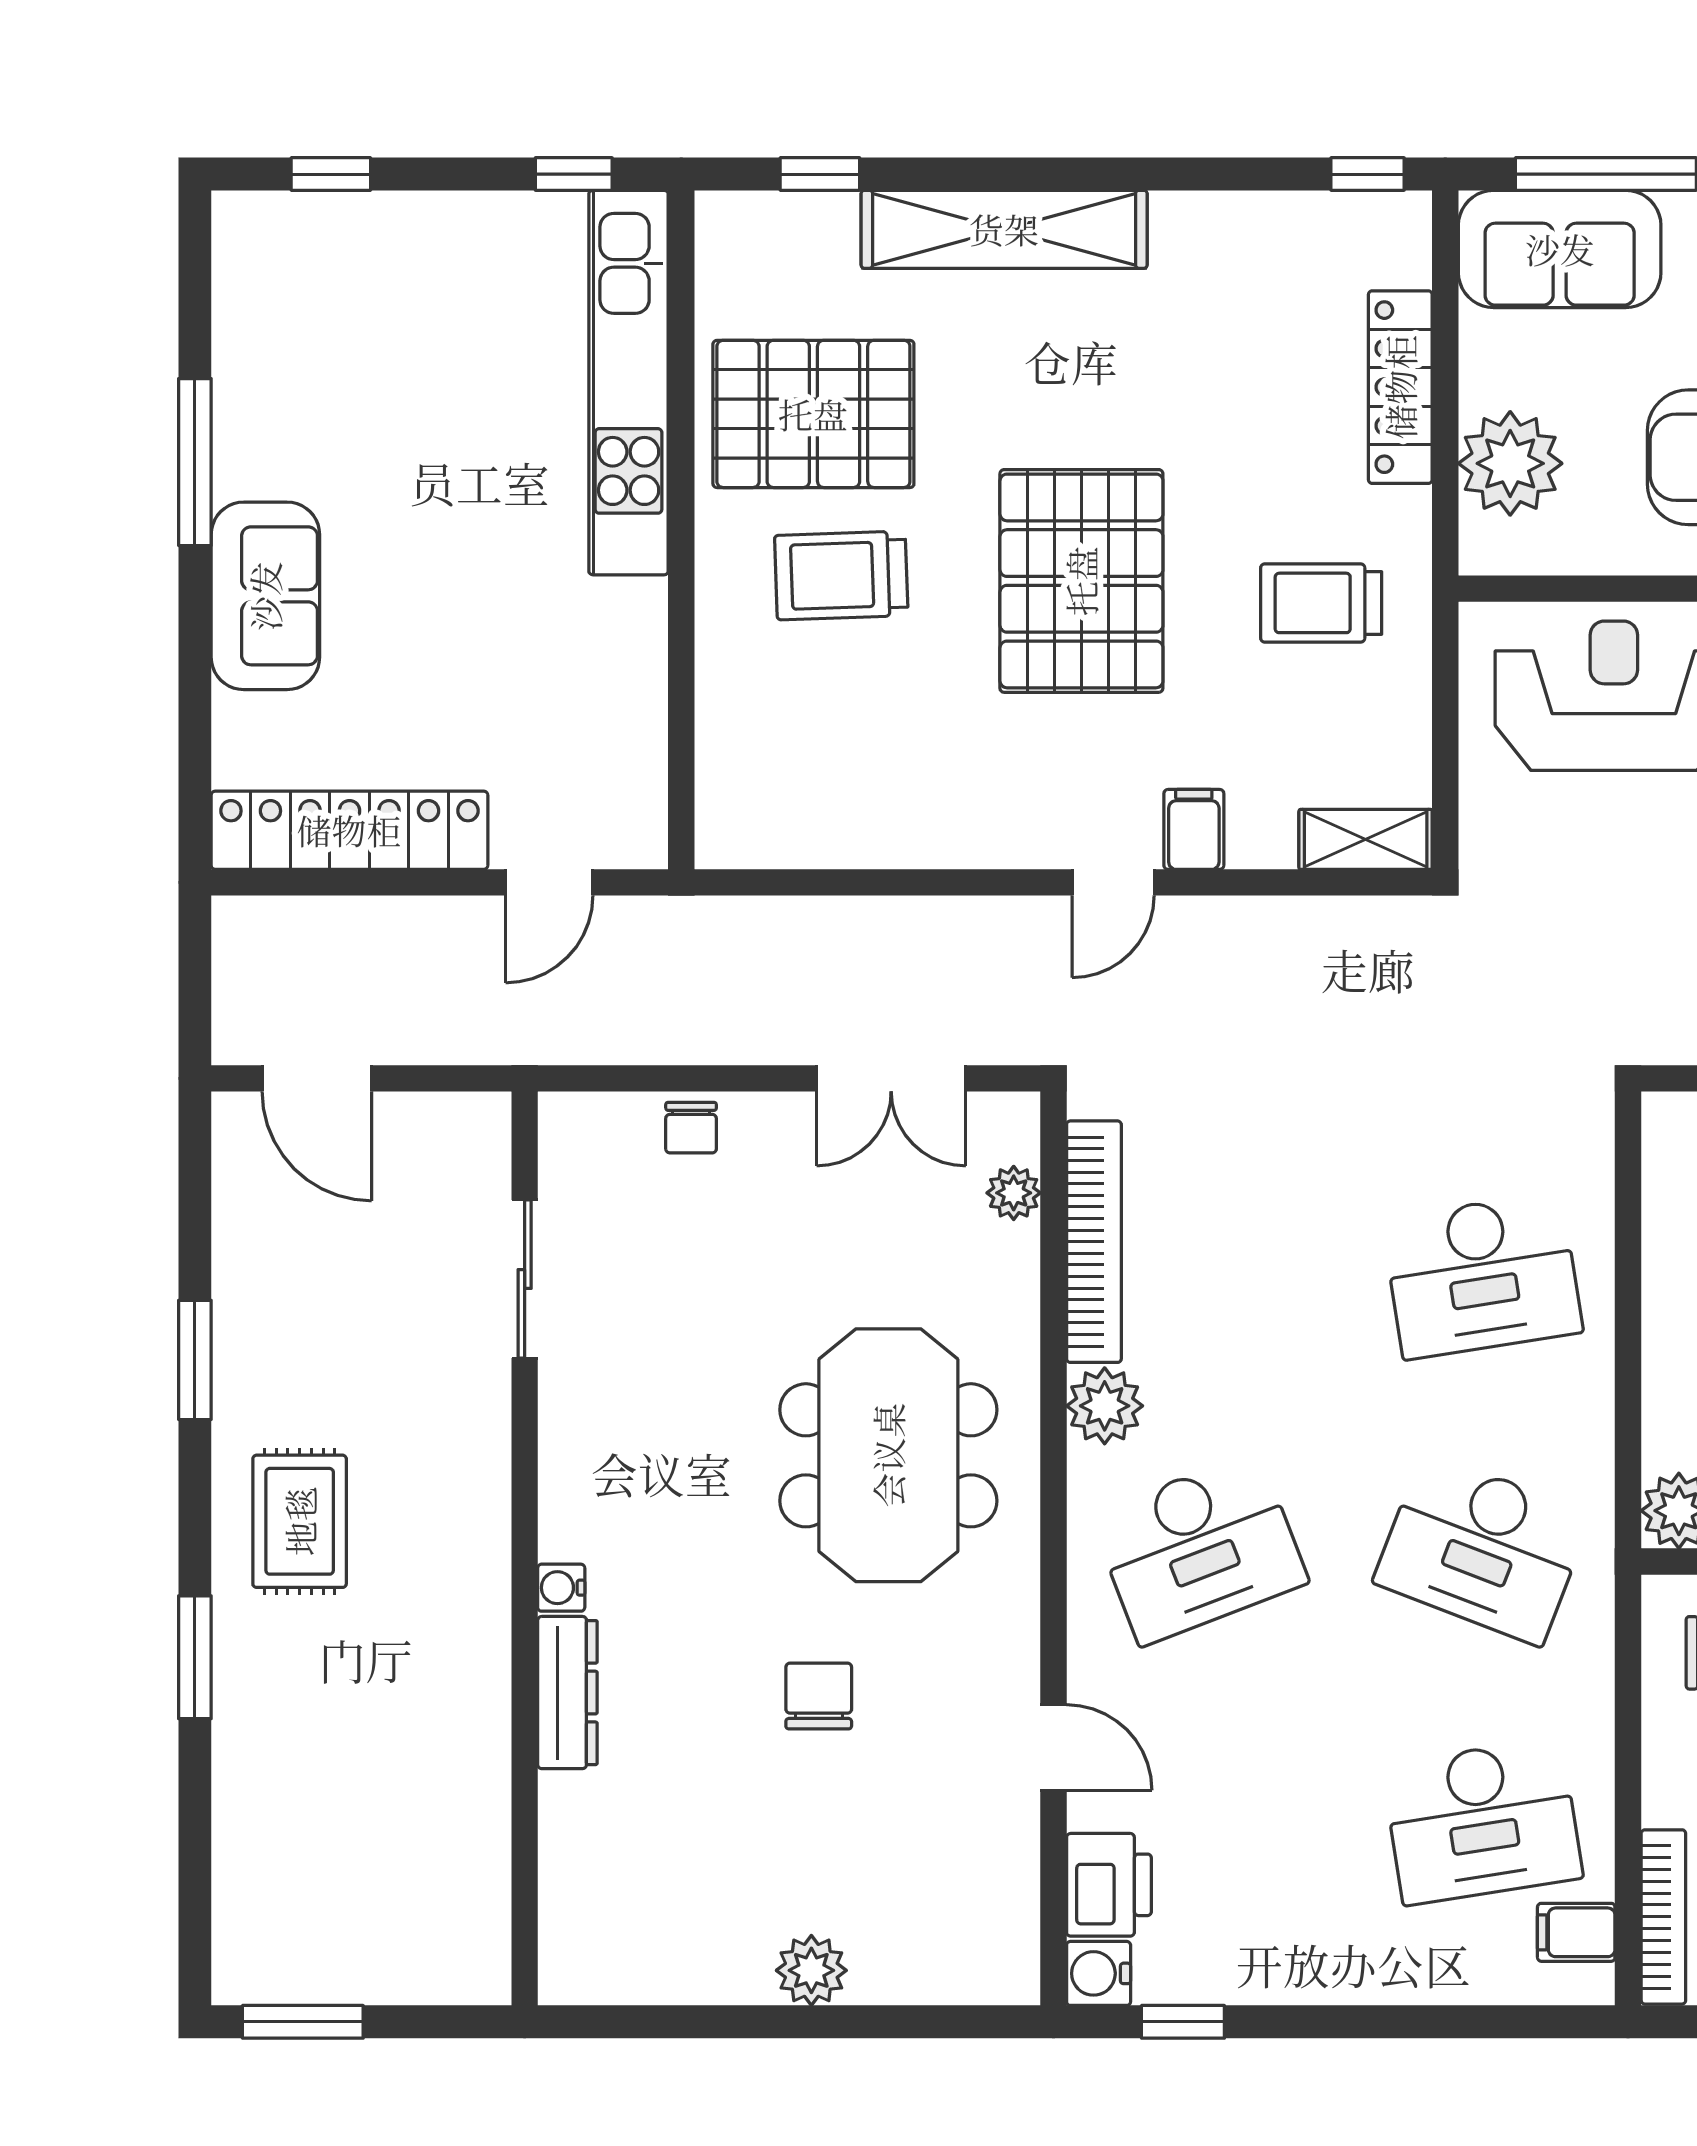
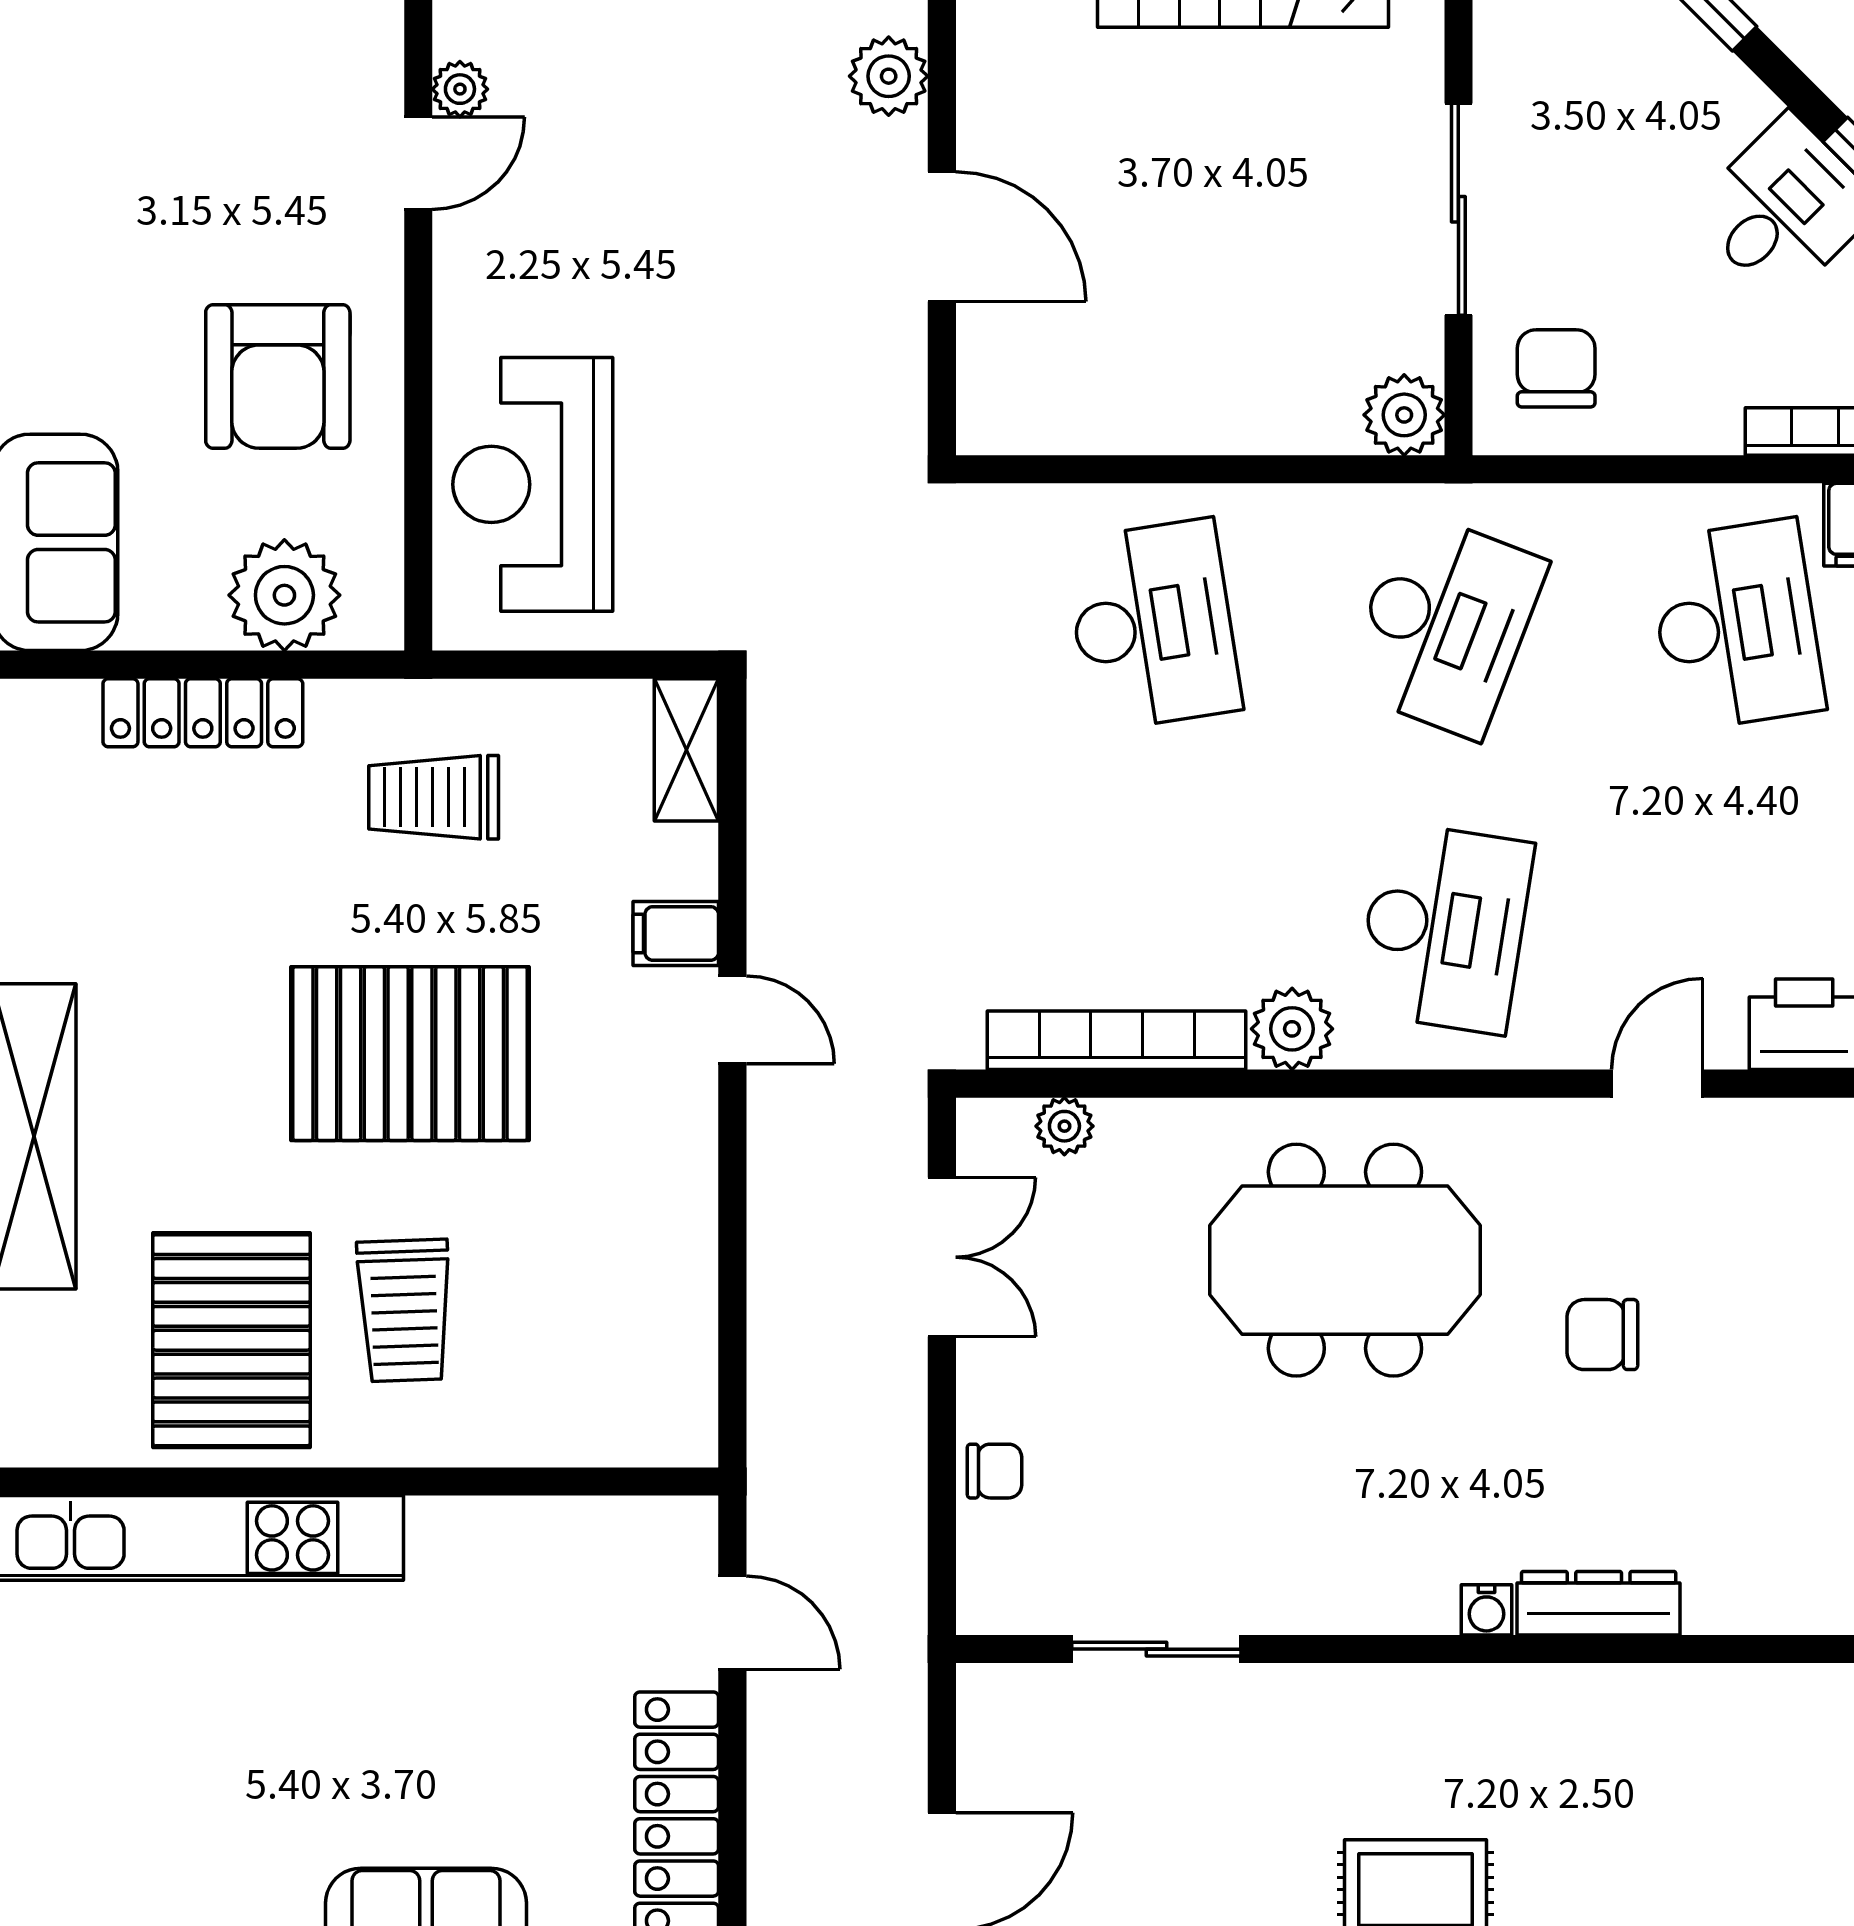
trolley: (1321, 603) -> (434, 797), turned 90
desk: (1199, 1548) -> (1445, 928), turned 30

